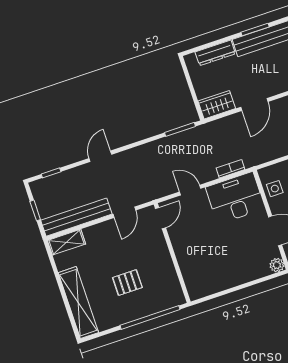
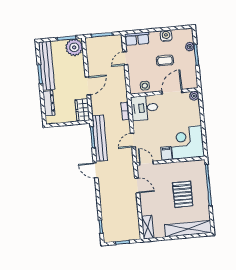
door: (254, 104) -> (88, 86), hinge flipped
door: (100, 156) -> (96, 170), moved
desk: (235, 198) -> (144, 108), width x0.73
bench: (76, 217) -> (100, 138), moved
filing cabinet: (182, 244) -> (166, 153), added
corner desk: (206, 271) -> (187, 142), added
pallet: (127, 283) -> (183, 194), width x1.50, depth x1.42

